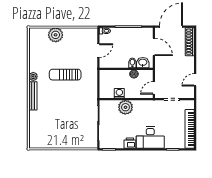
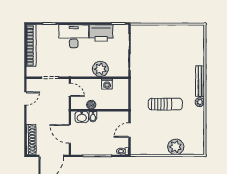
door: (154, 88) -> (70, 90), hinge flipped
printer: (130, 143) -> (101, 33), width x1.87, depth x1.48

